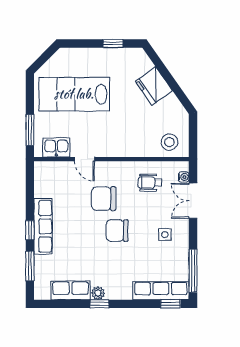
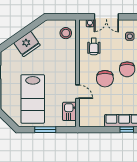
window: (30, 130) -> (45, 130), moved
door: (85, 159) -> (78, 92), hinge flipped

